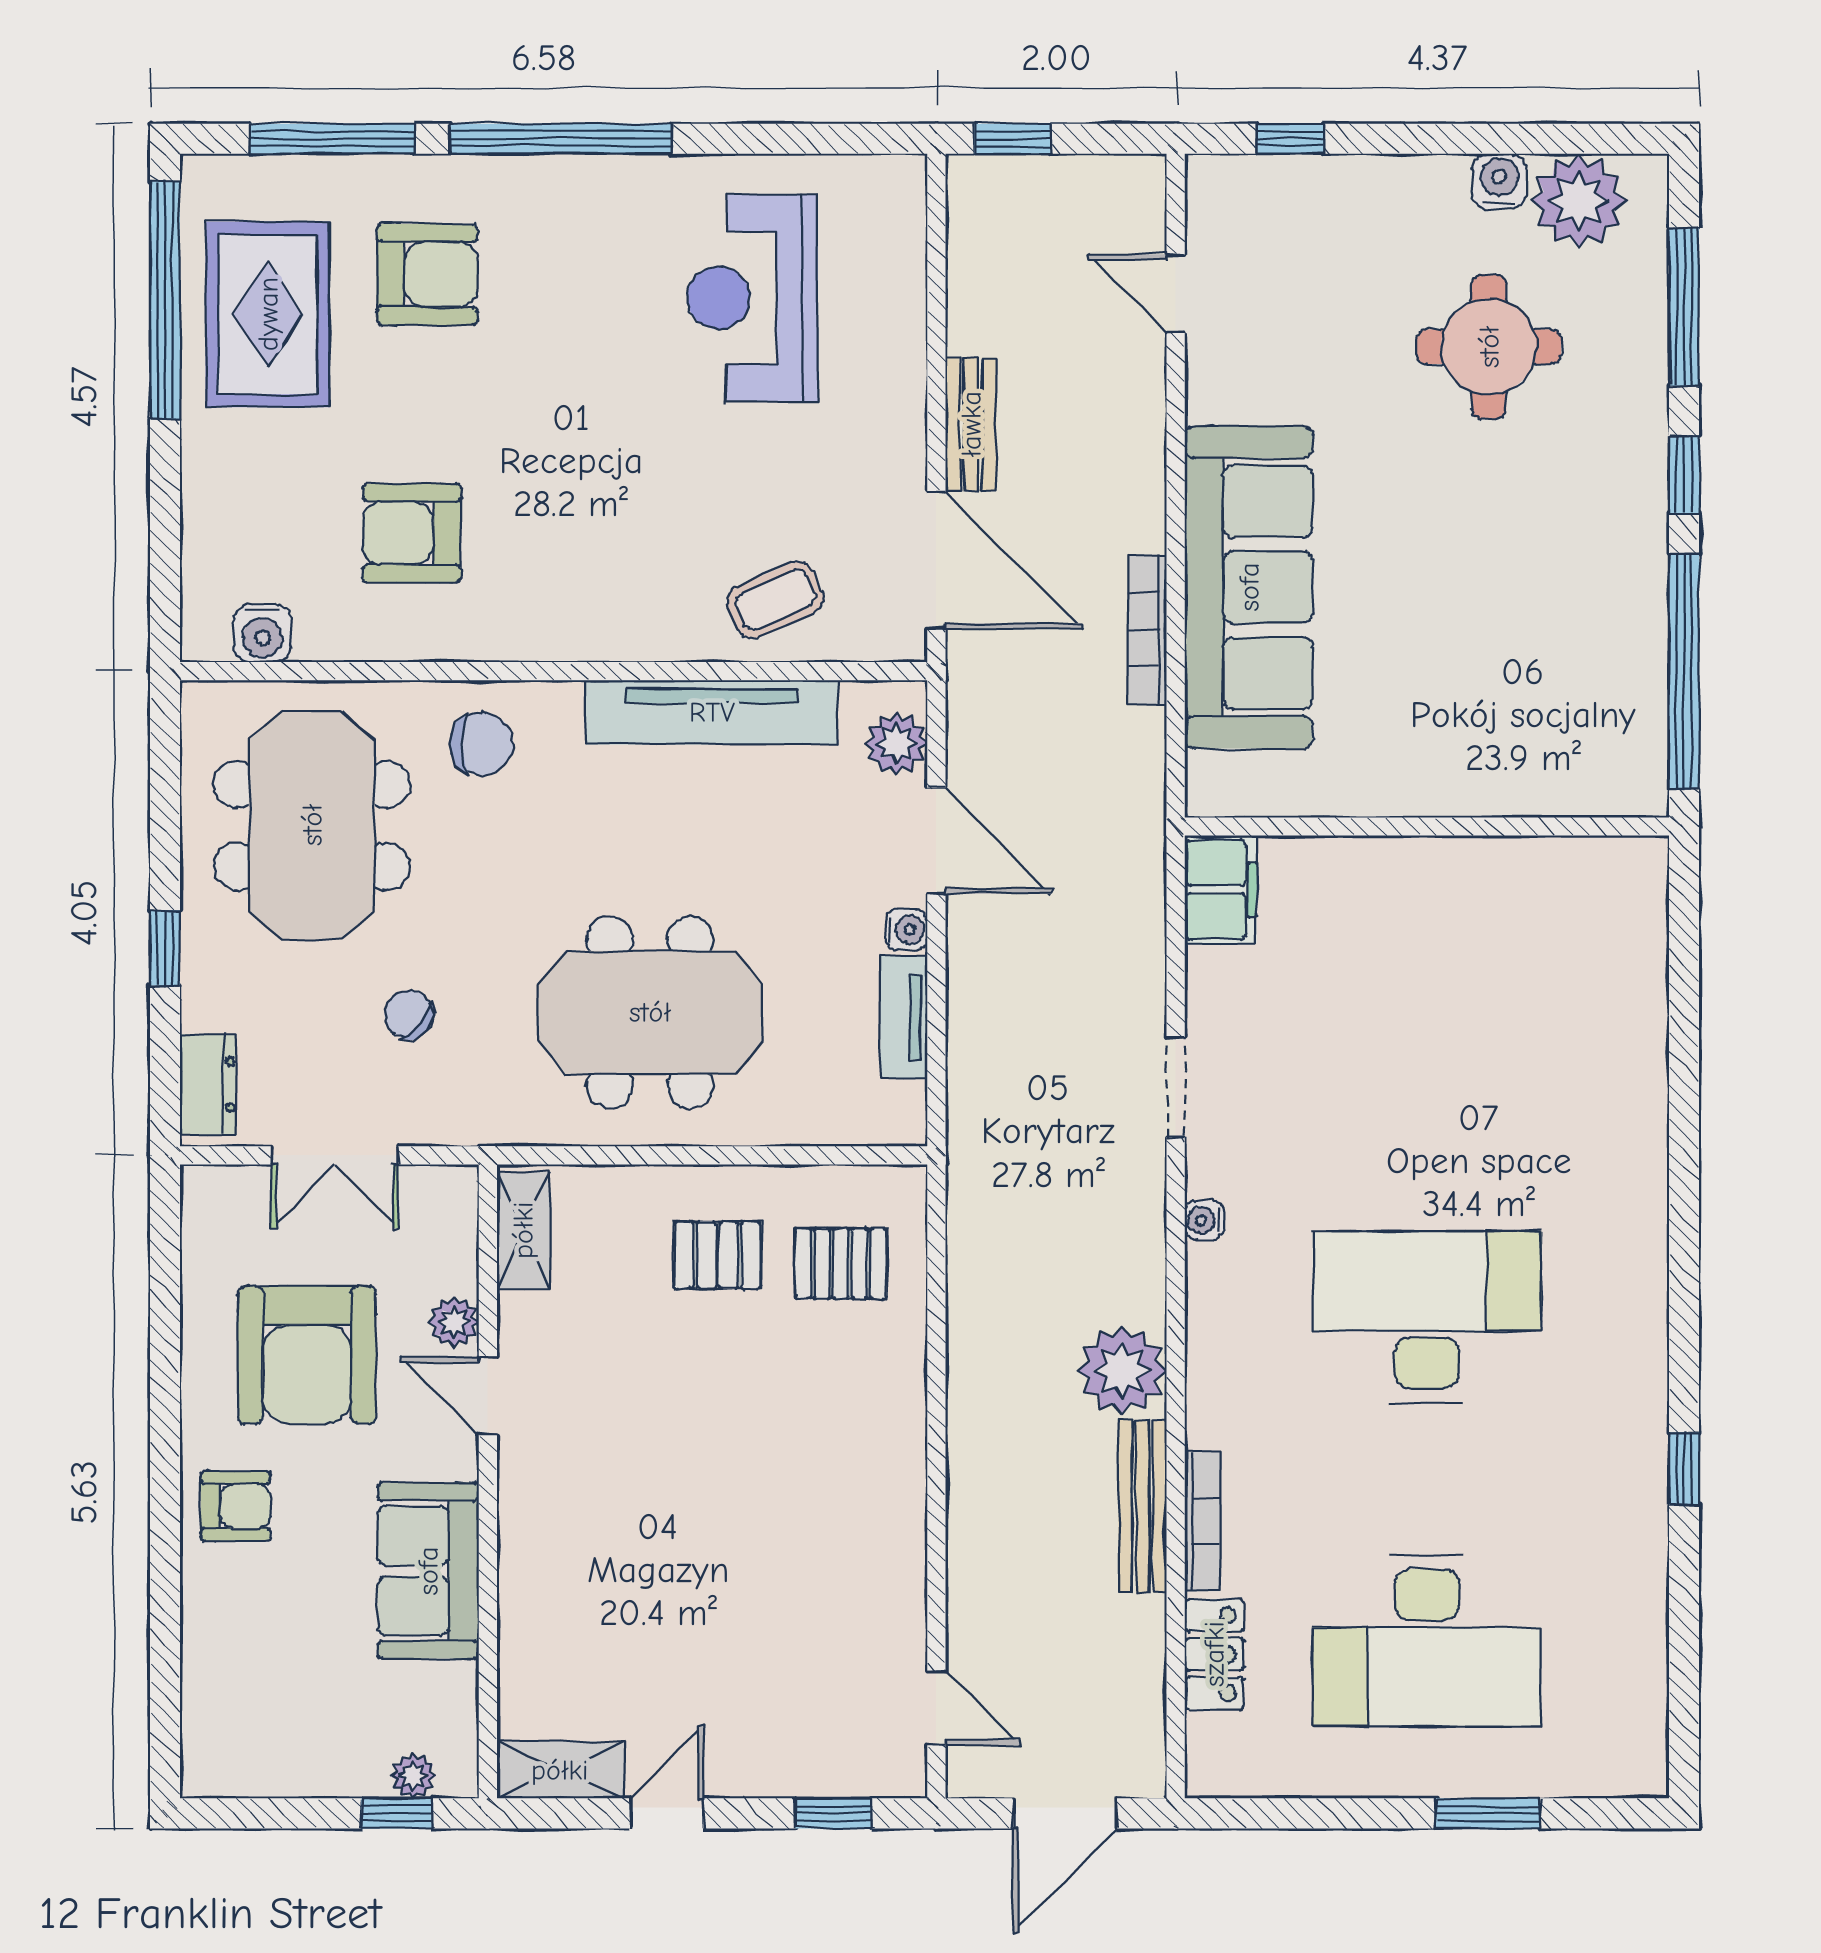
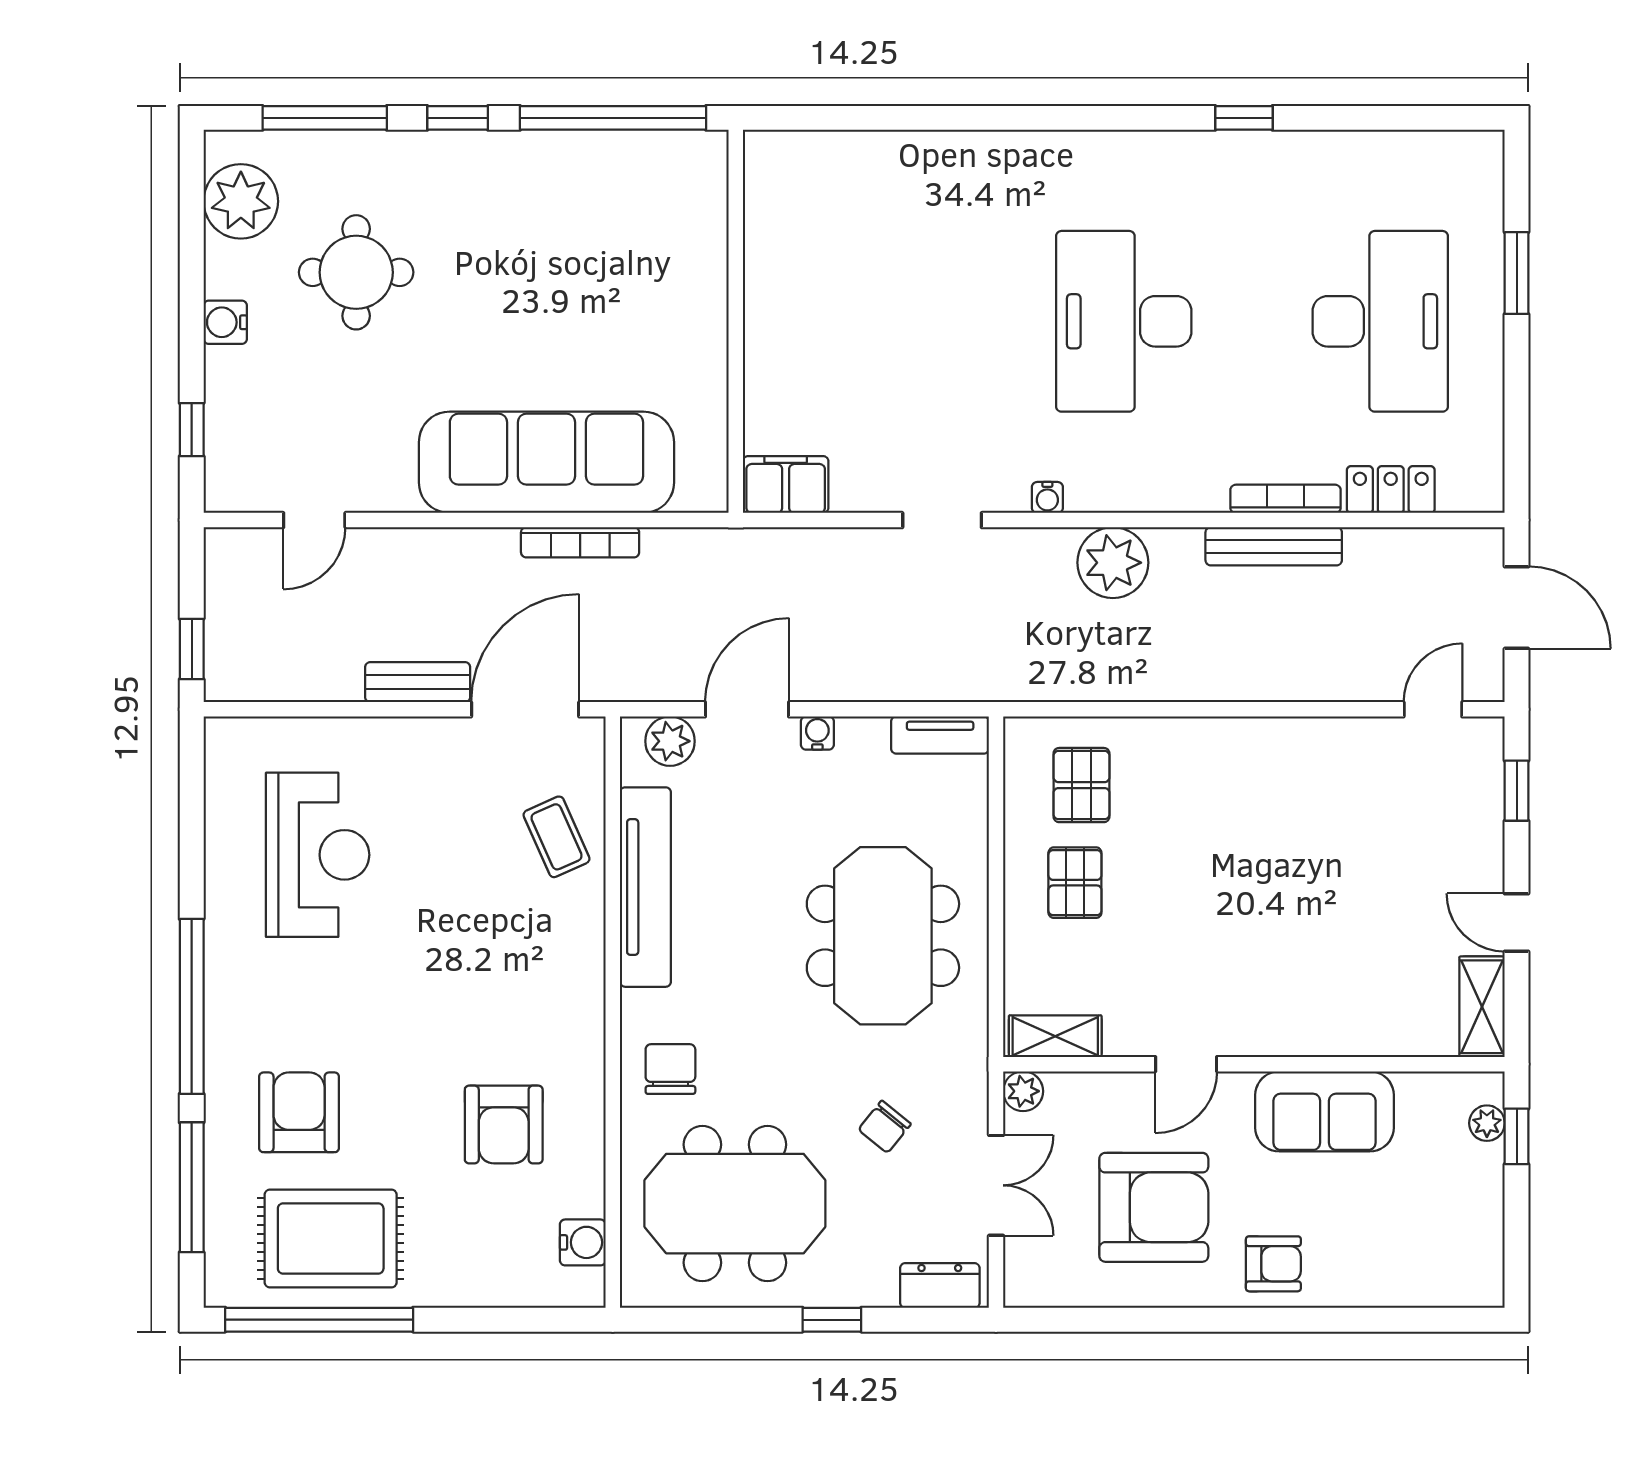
water cooler: (1499, 181) -> (225, 322), moved
reception desk: (753, 298) -> (318, 855), turned -90
tv unit: (904, 1017) -> (940, 735), moved
plant: (454, 1322) -> (1023, 1091), moved
plant: (1122, 1371) -> (1113, 563), moved
armchair: (236, 1506) -> (1273, 1264), turned 90

